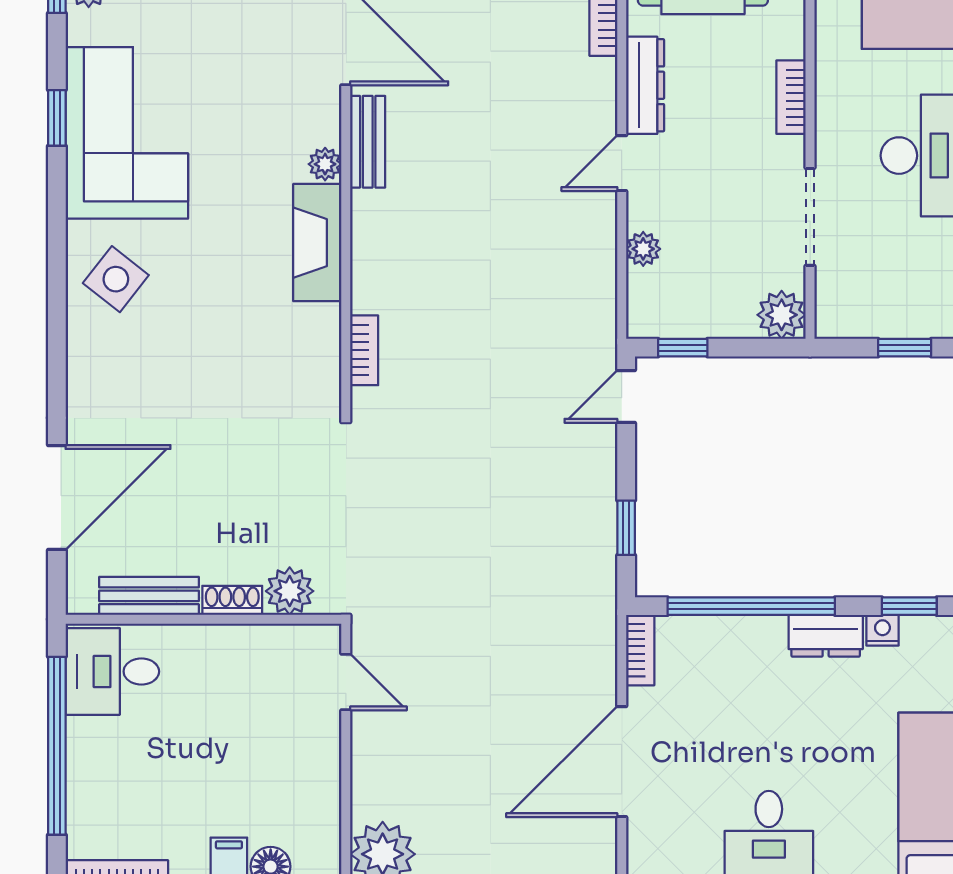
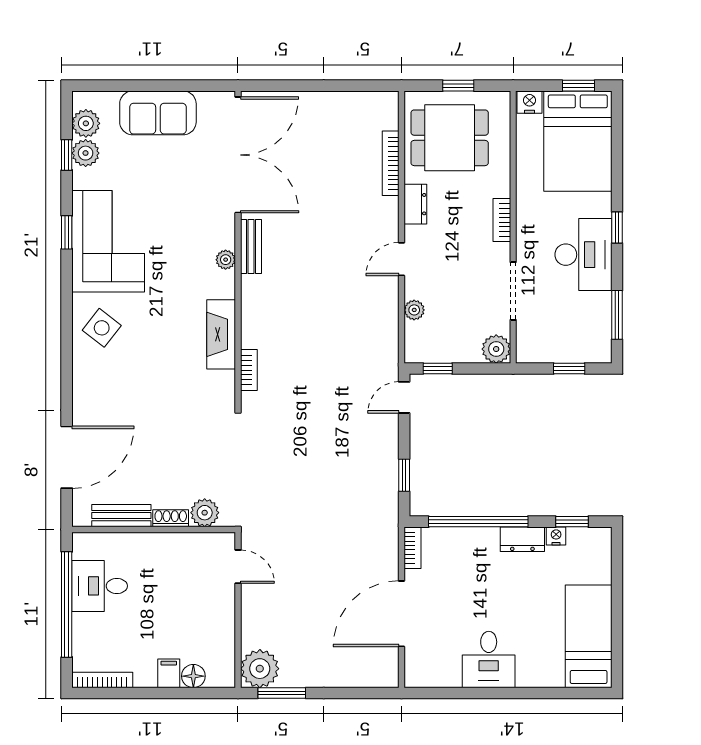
dresser: (645, 85) -> (415, 204), width x0.70
fireplace: (317, 243) -> (221, 334), moved
desk: (112, 671) -> (100, 586), moved

